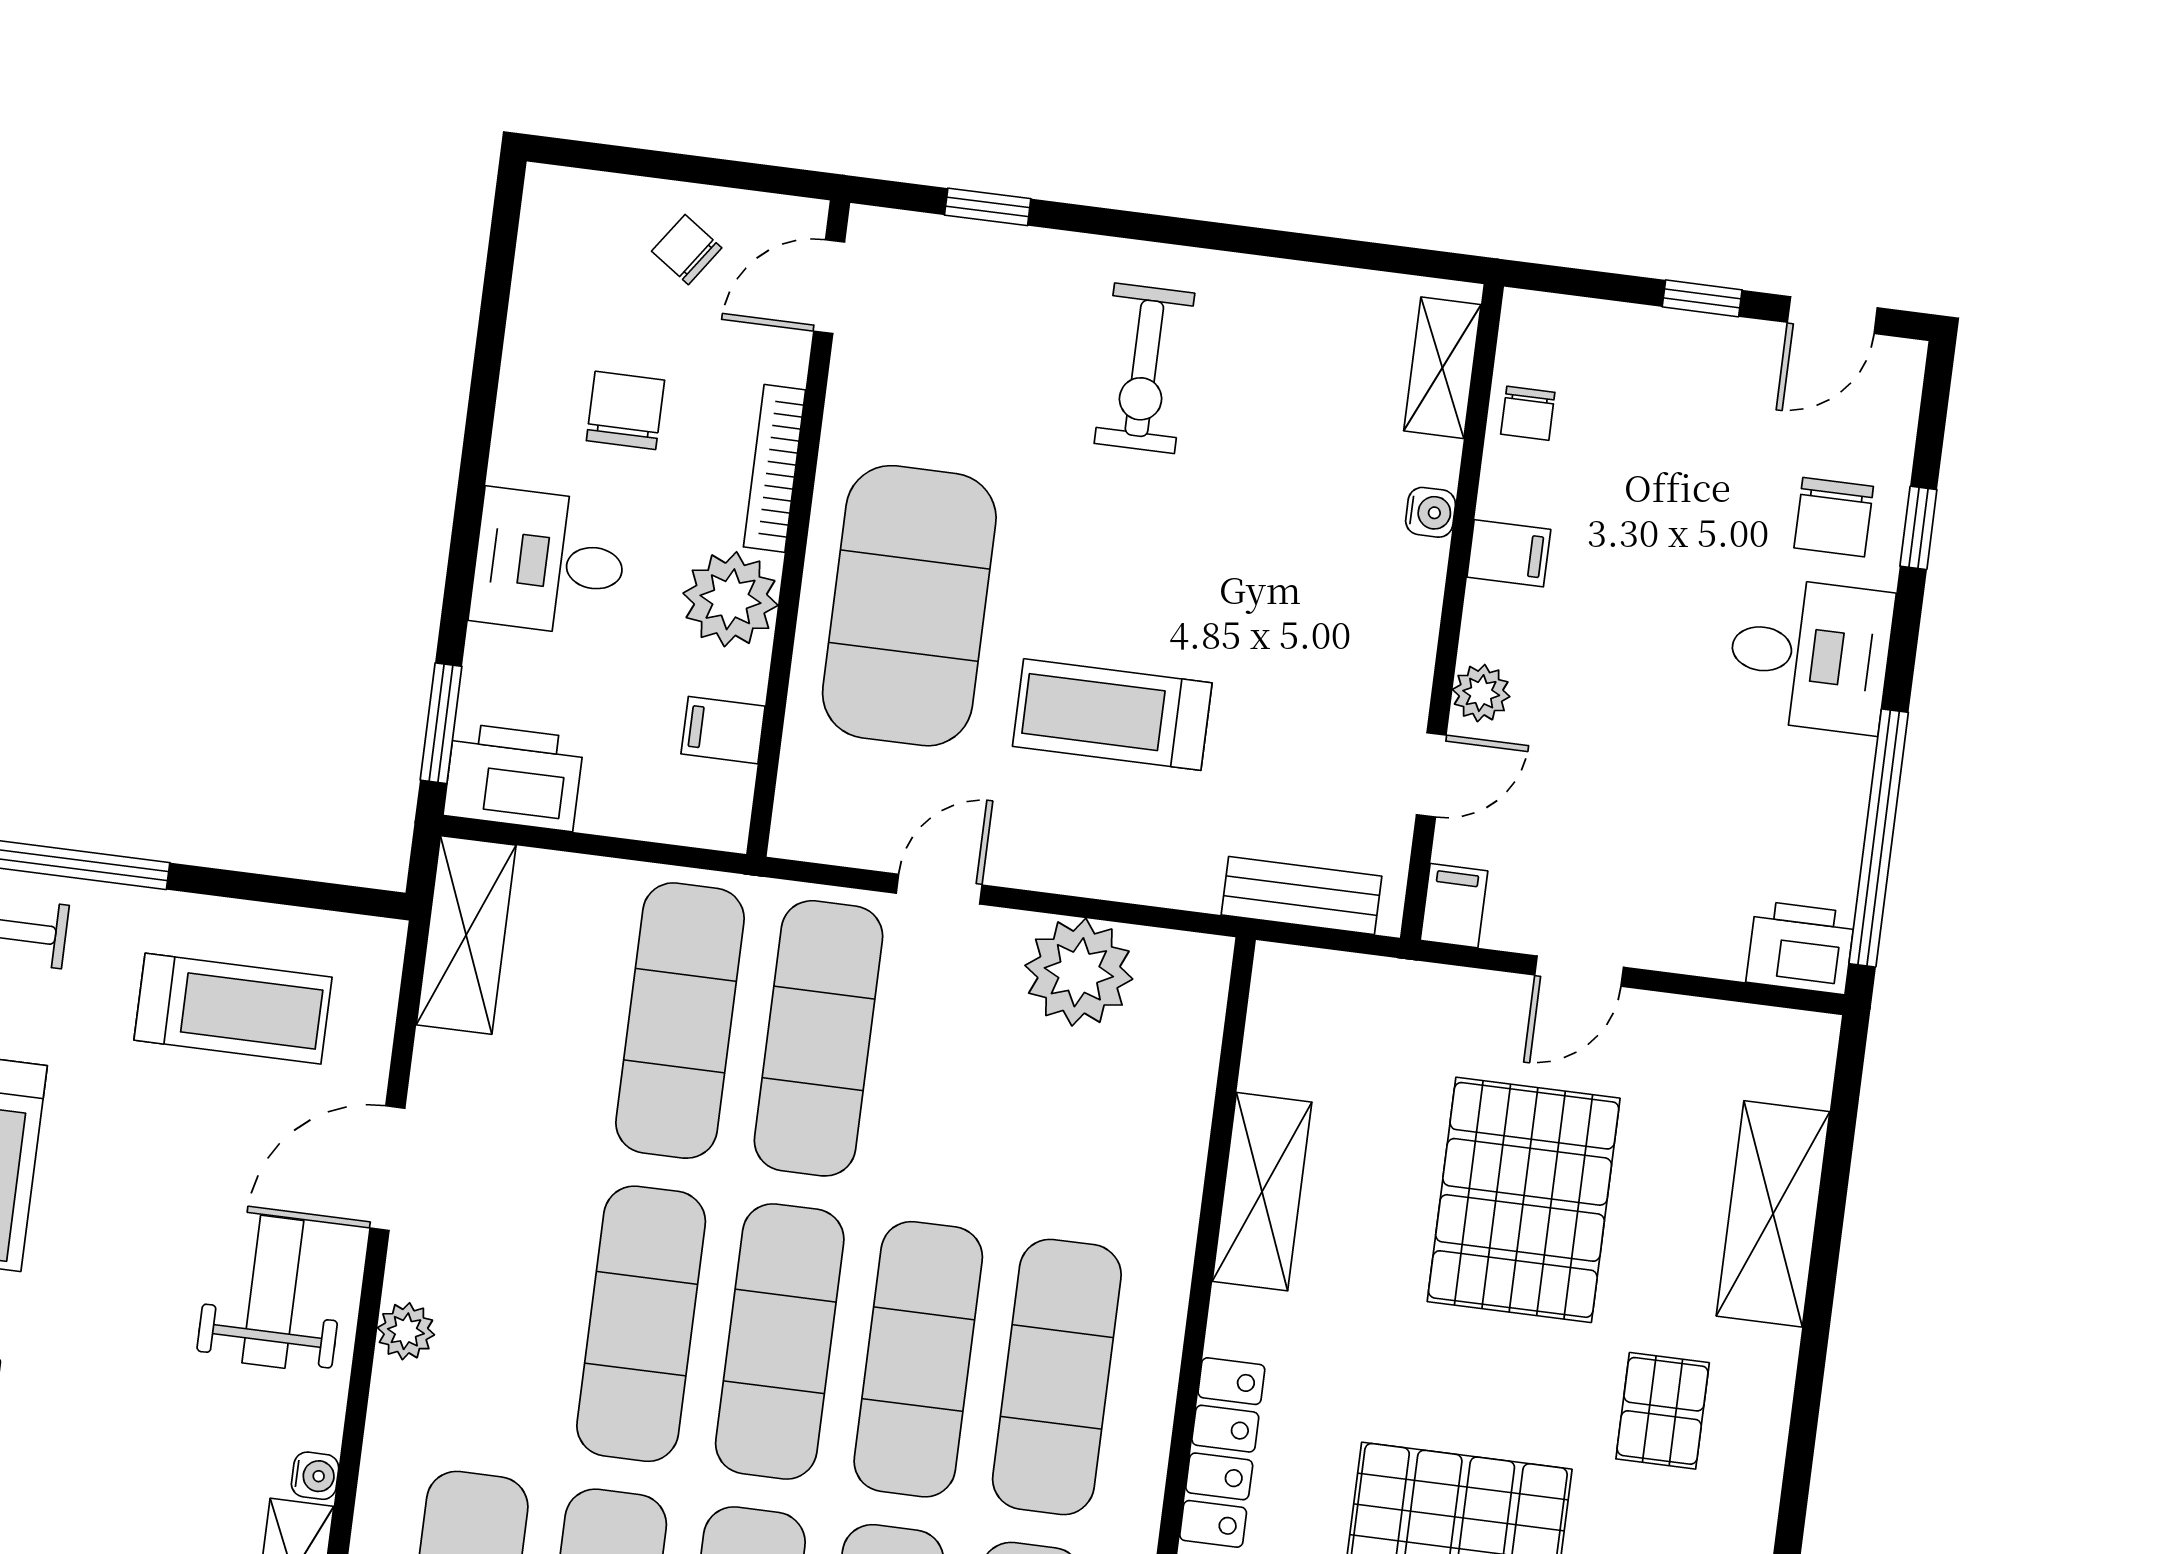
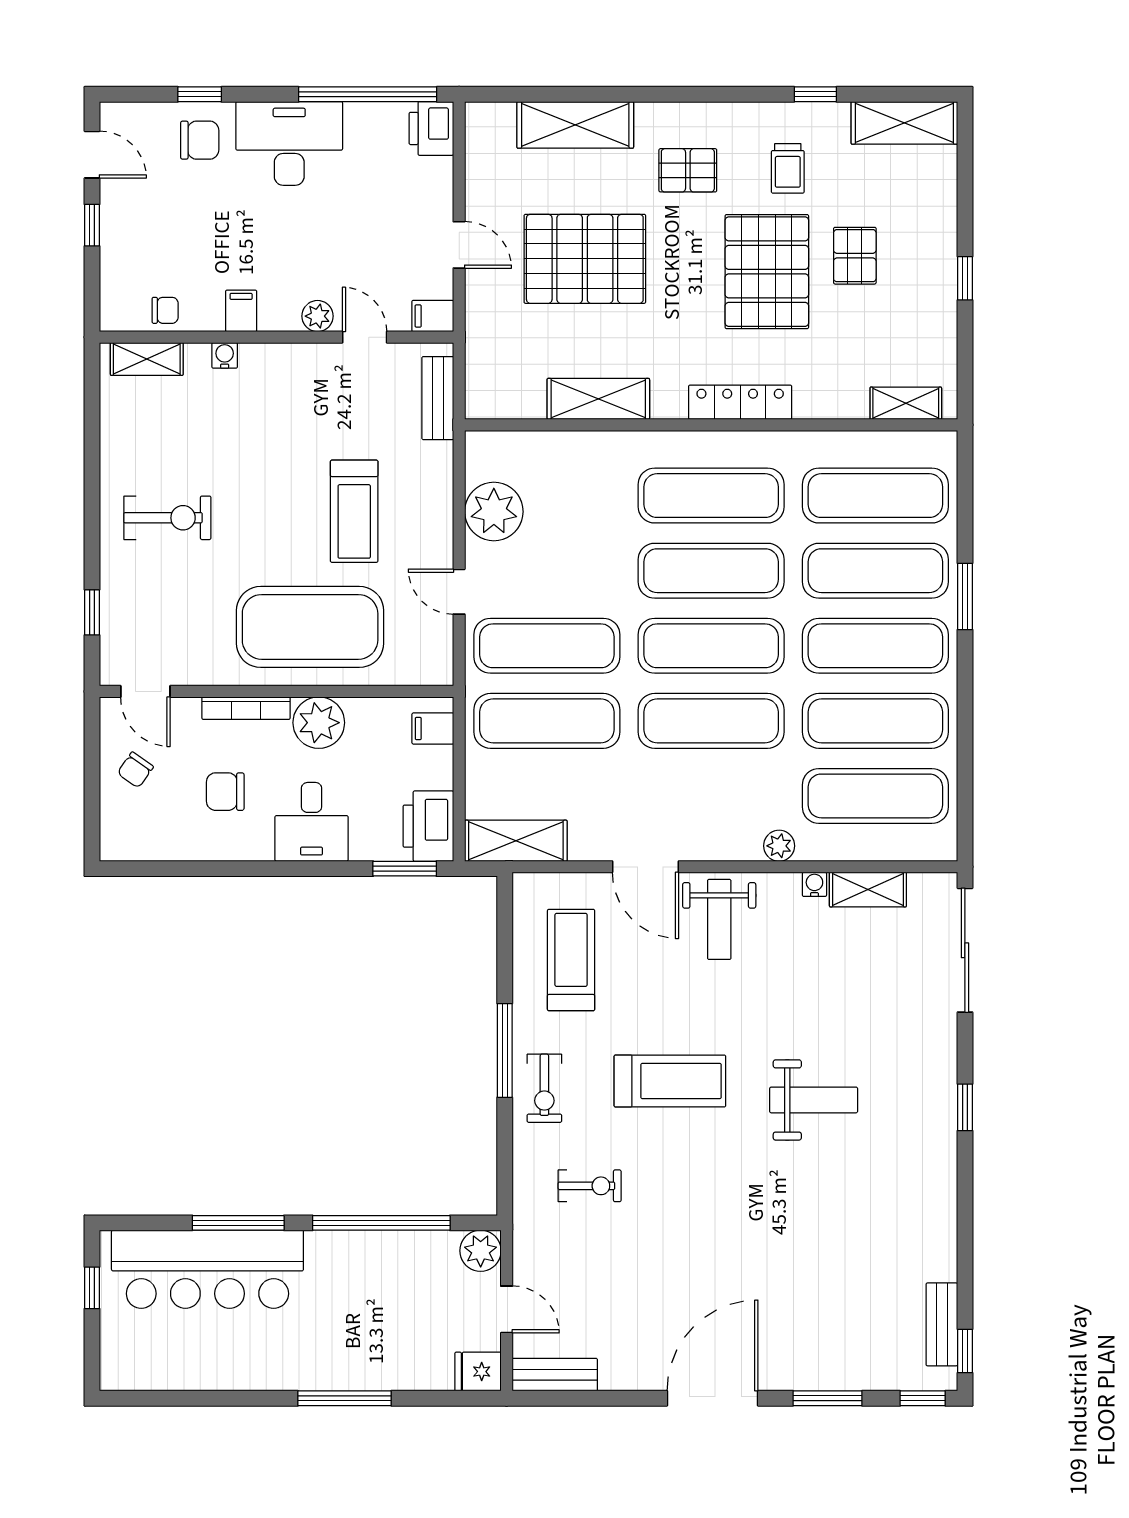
desk: (1810, 655) -> (289, 143), width x1.37
filing cabinet: (723, 730) -> (433, 729), moved, turned 90
weight bench: (273, 1292) -> (719, 919), turned -90
plant: (406, 1331) -> (779, 846), moved

